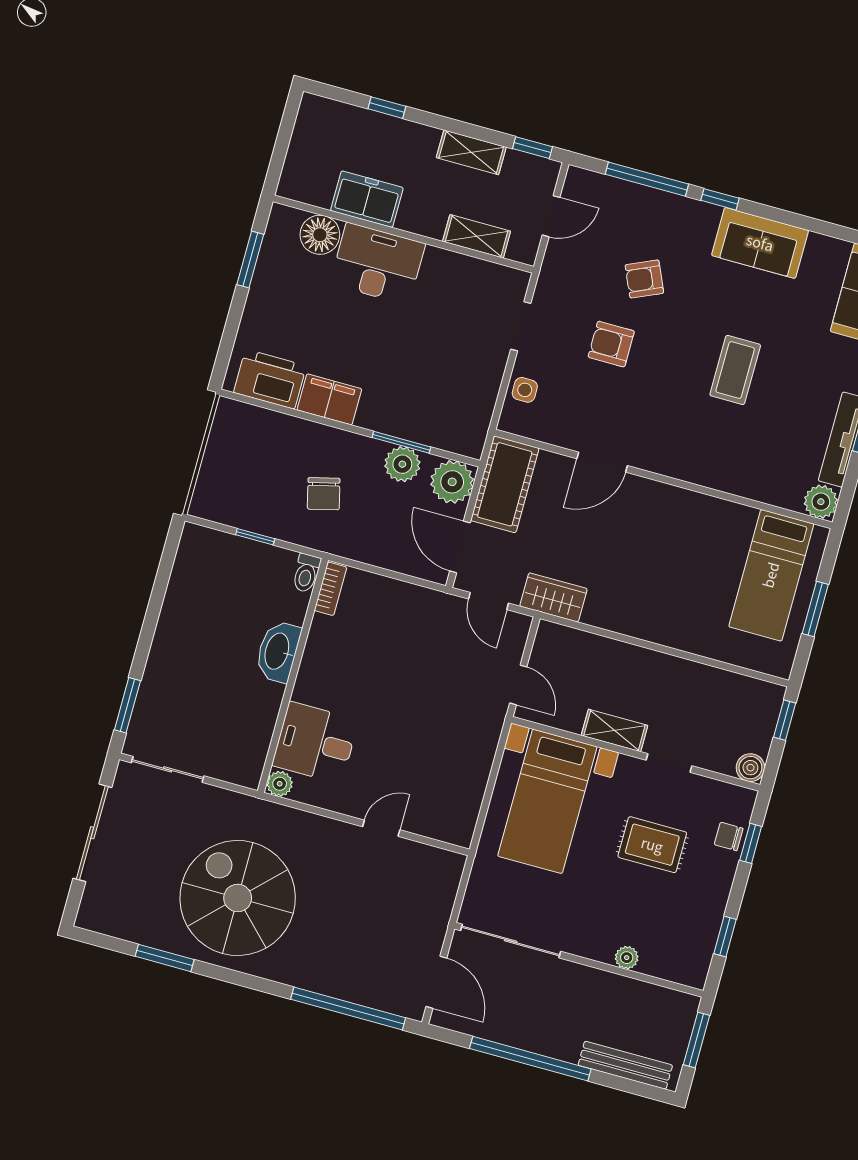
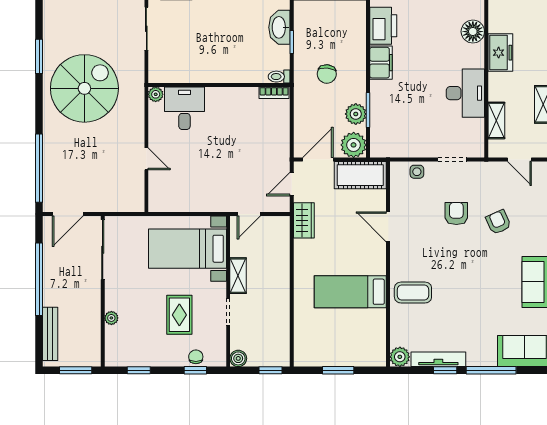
desk: (378, 264) -> (465, 93), moved
coffee table: (735, 370) -> (413, 293), moved
chair: (324, 494) -> (327, 74), turned -71
bed: (771, 575) -> (350, 292), moved
washbasin: (278, 651) -> (279, 27), moved, turned -90

